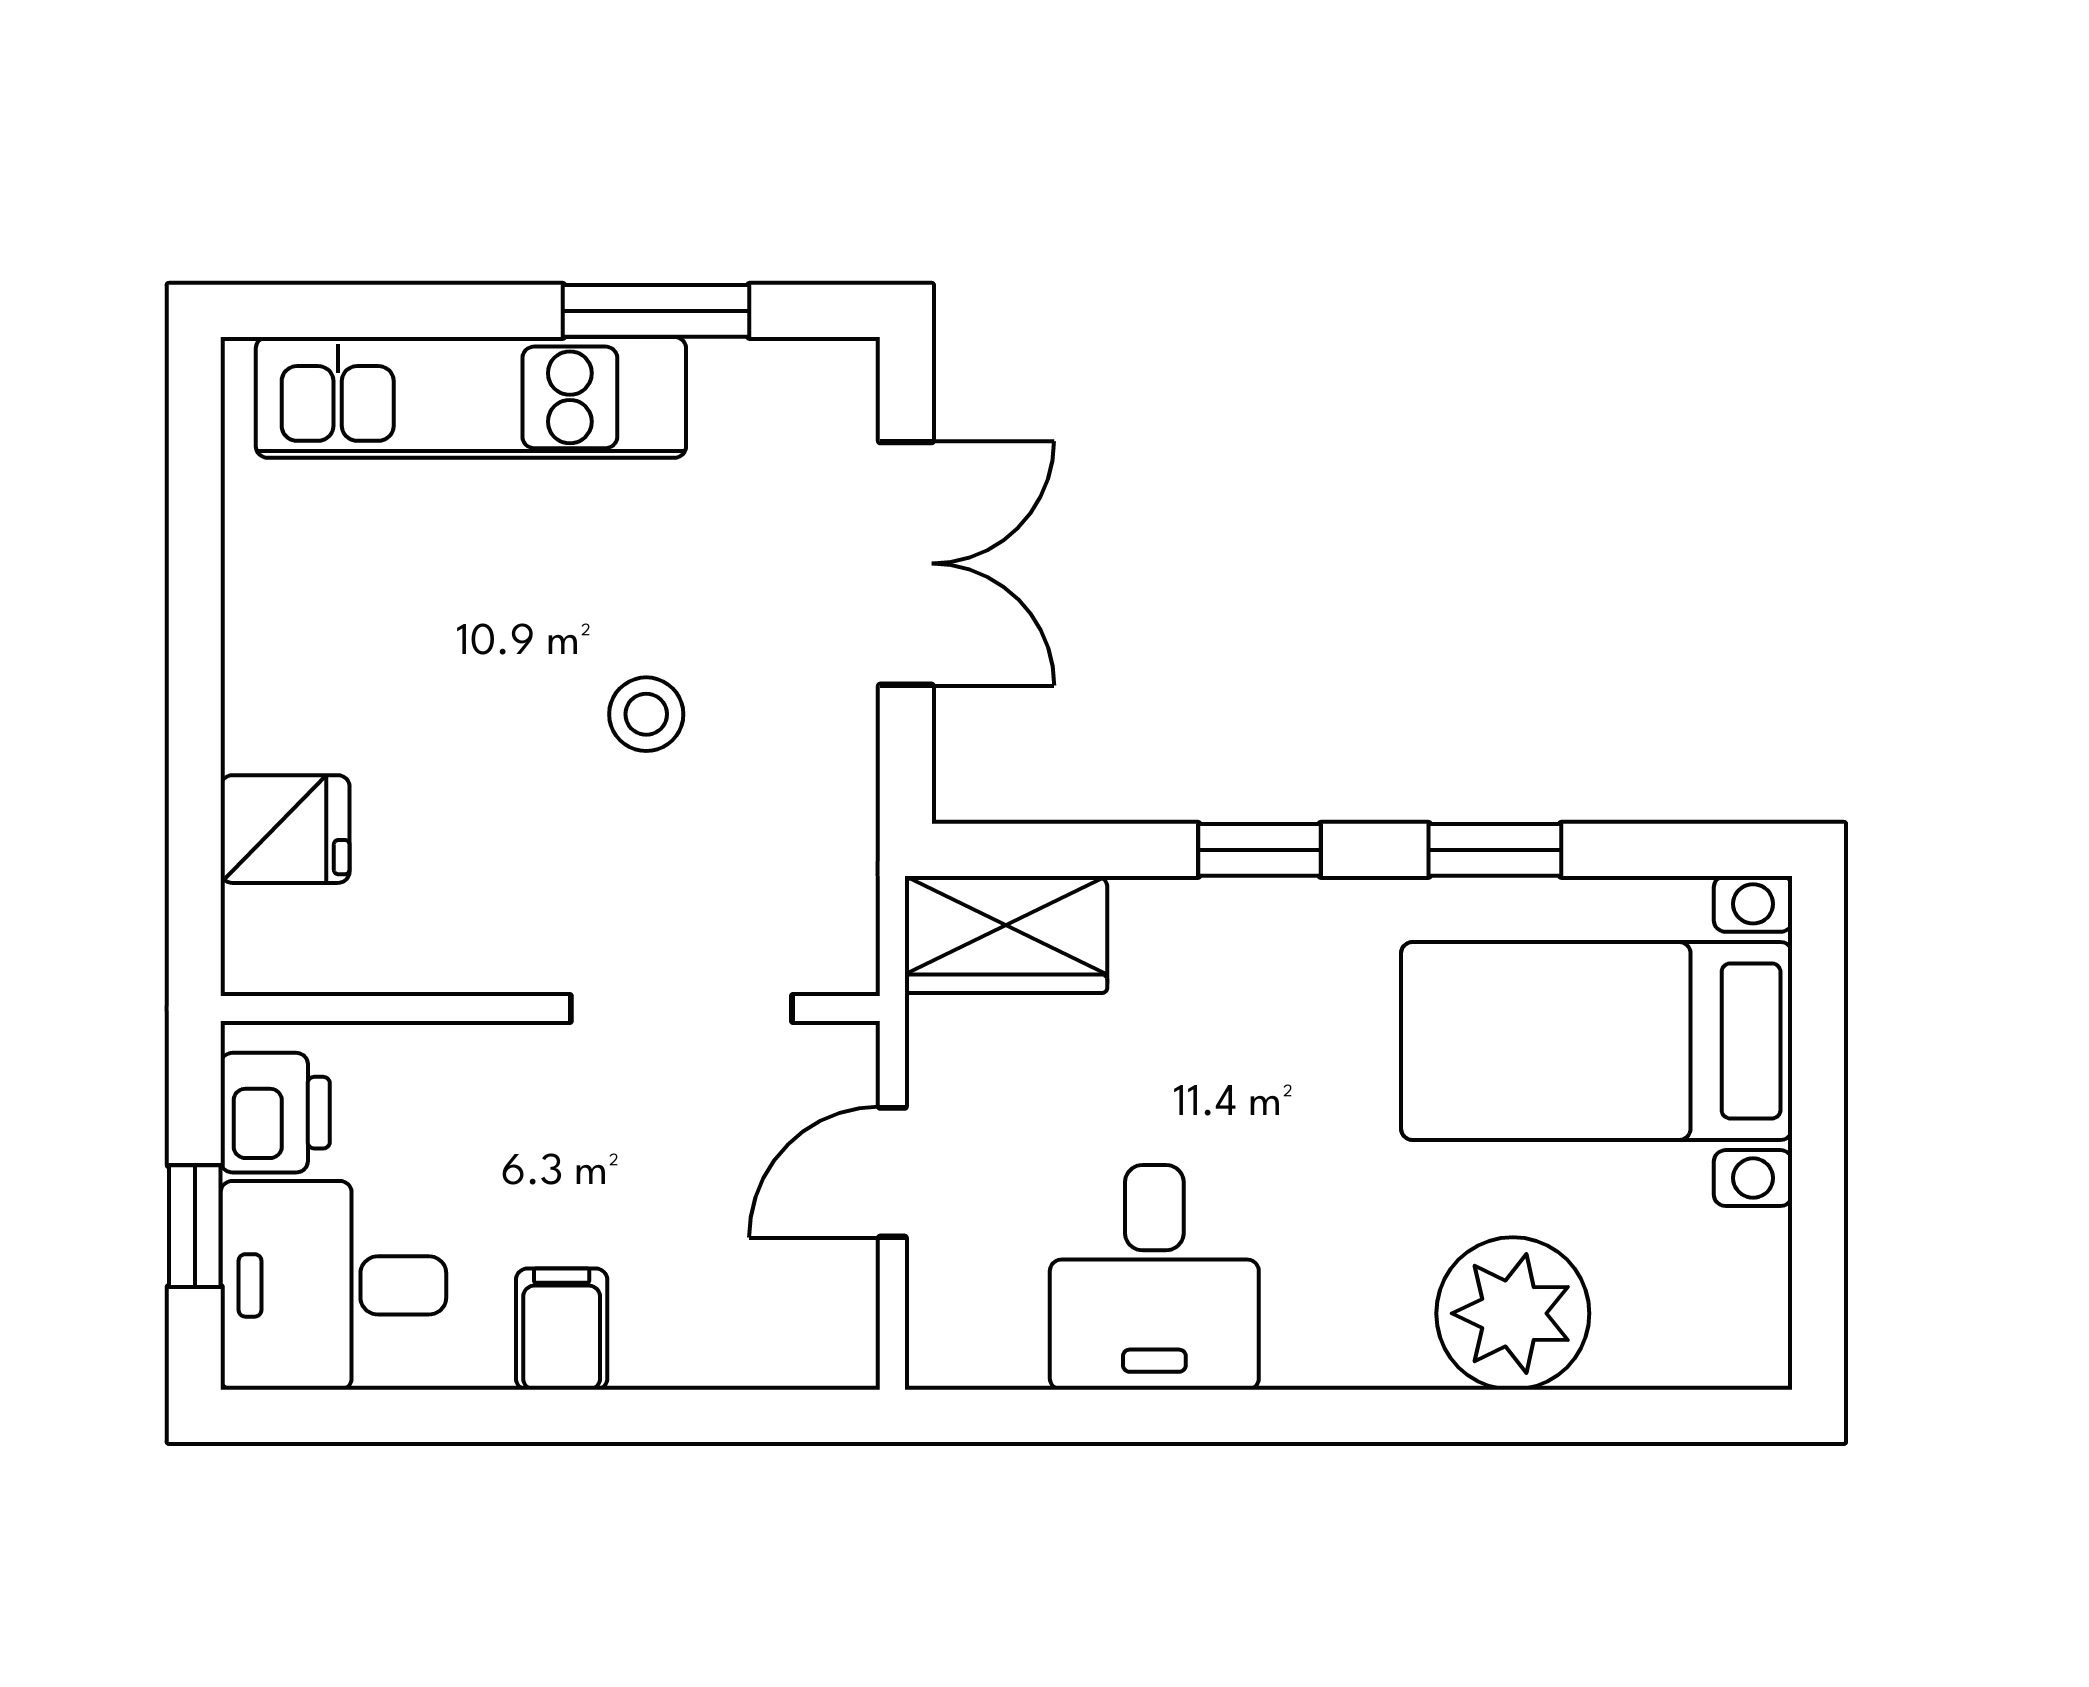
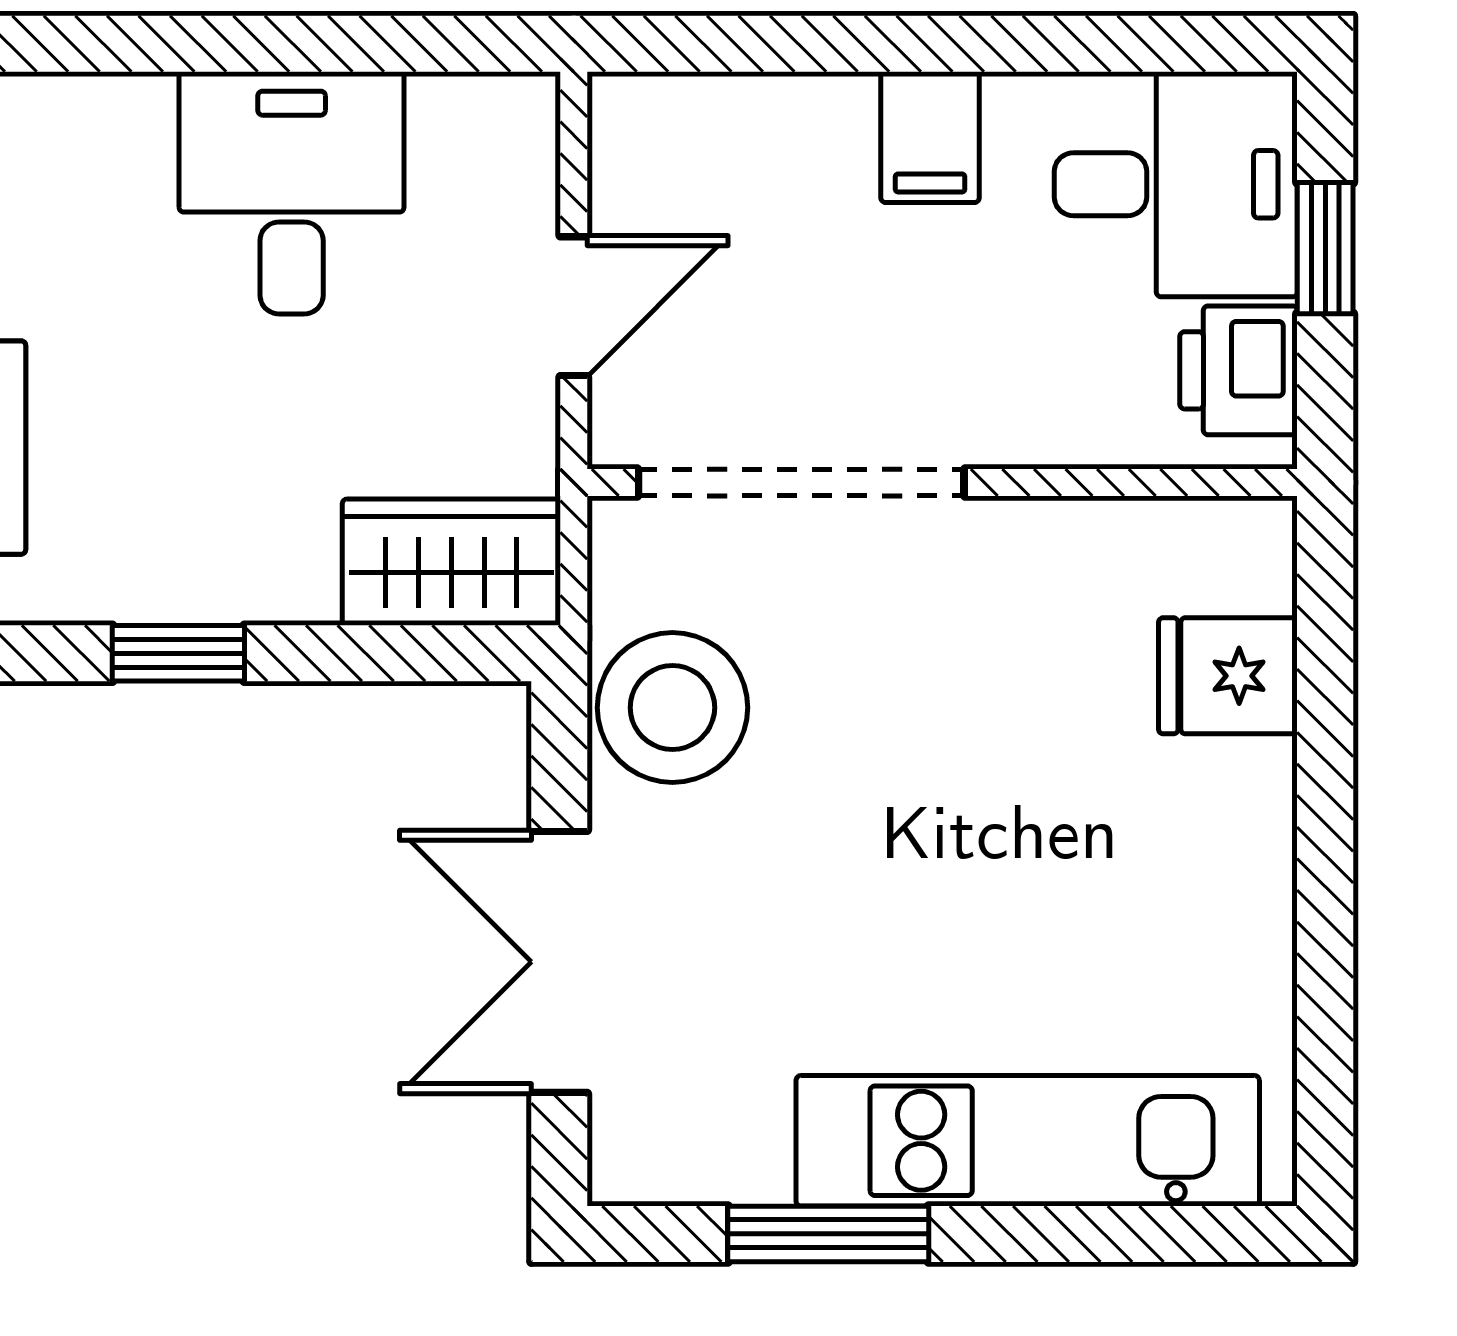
stool: (646, 714) -> (672, 708), moved, width x1.89, depth x1.89
doorway: (681, 1008) -> (801, 482), width x1.36

